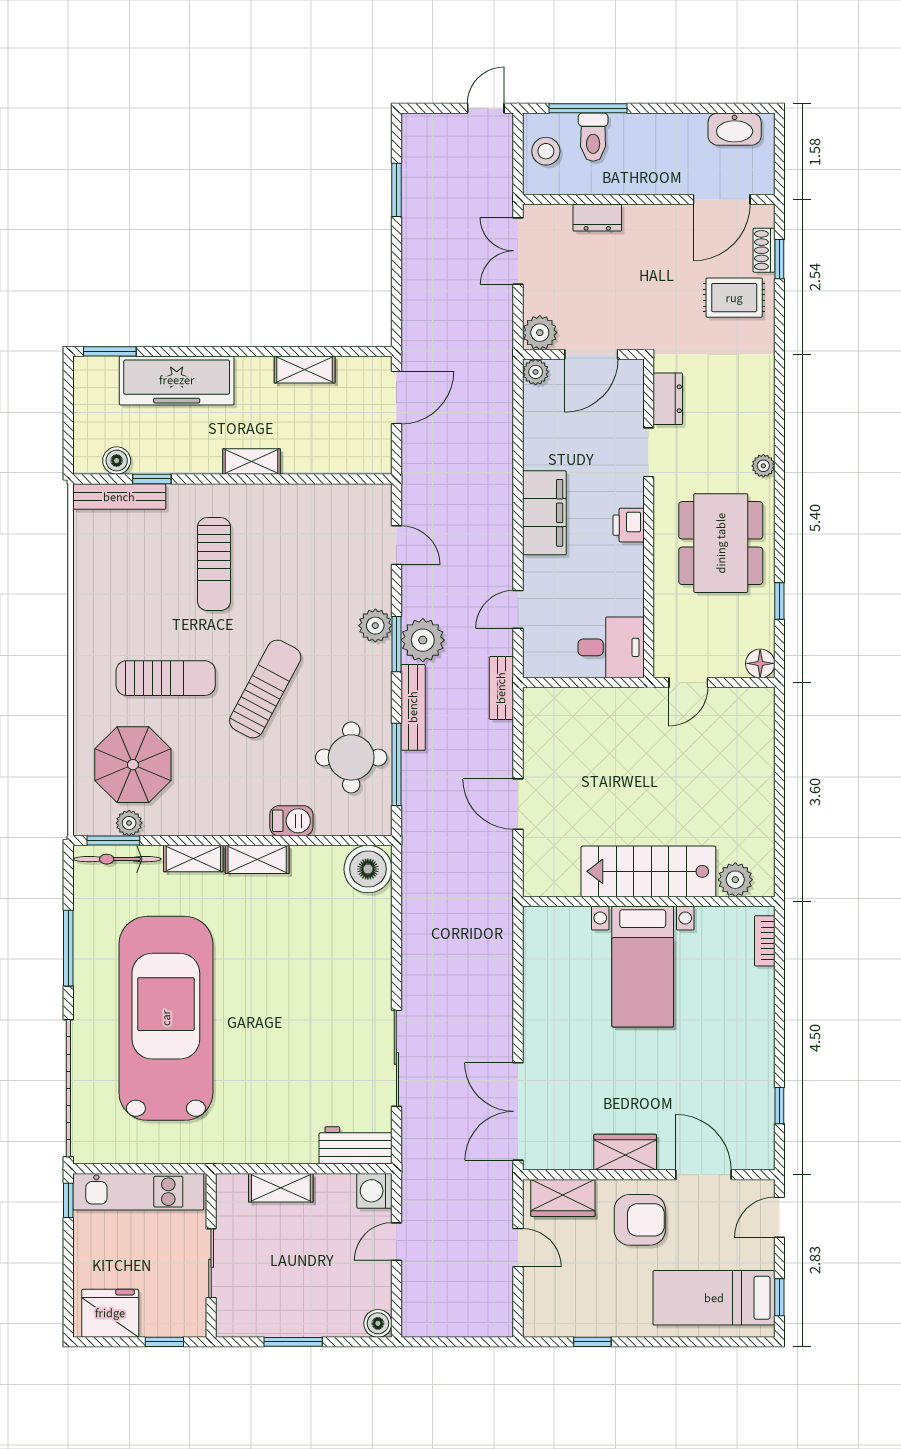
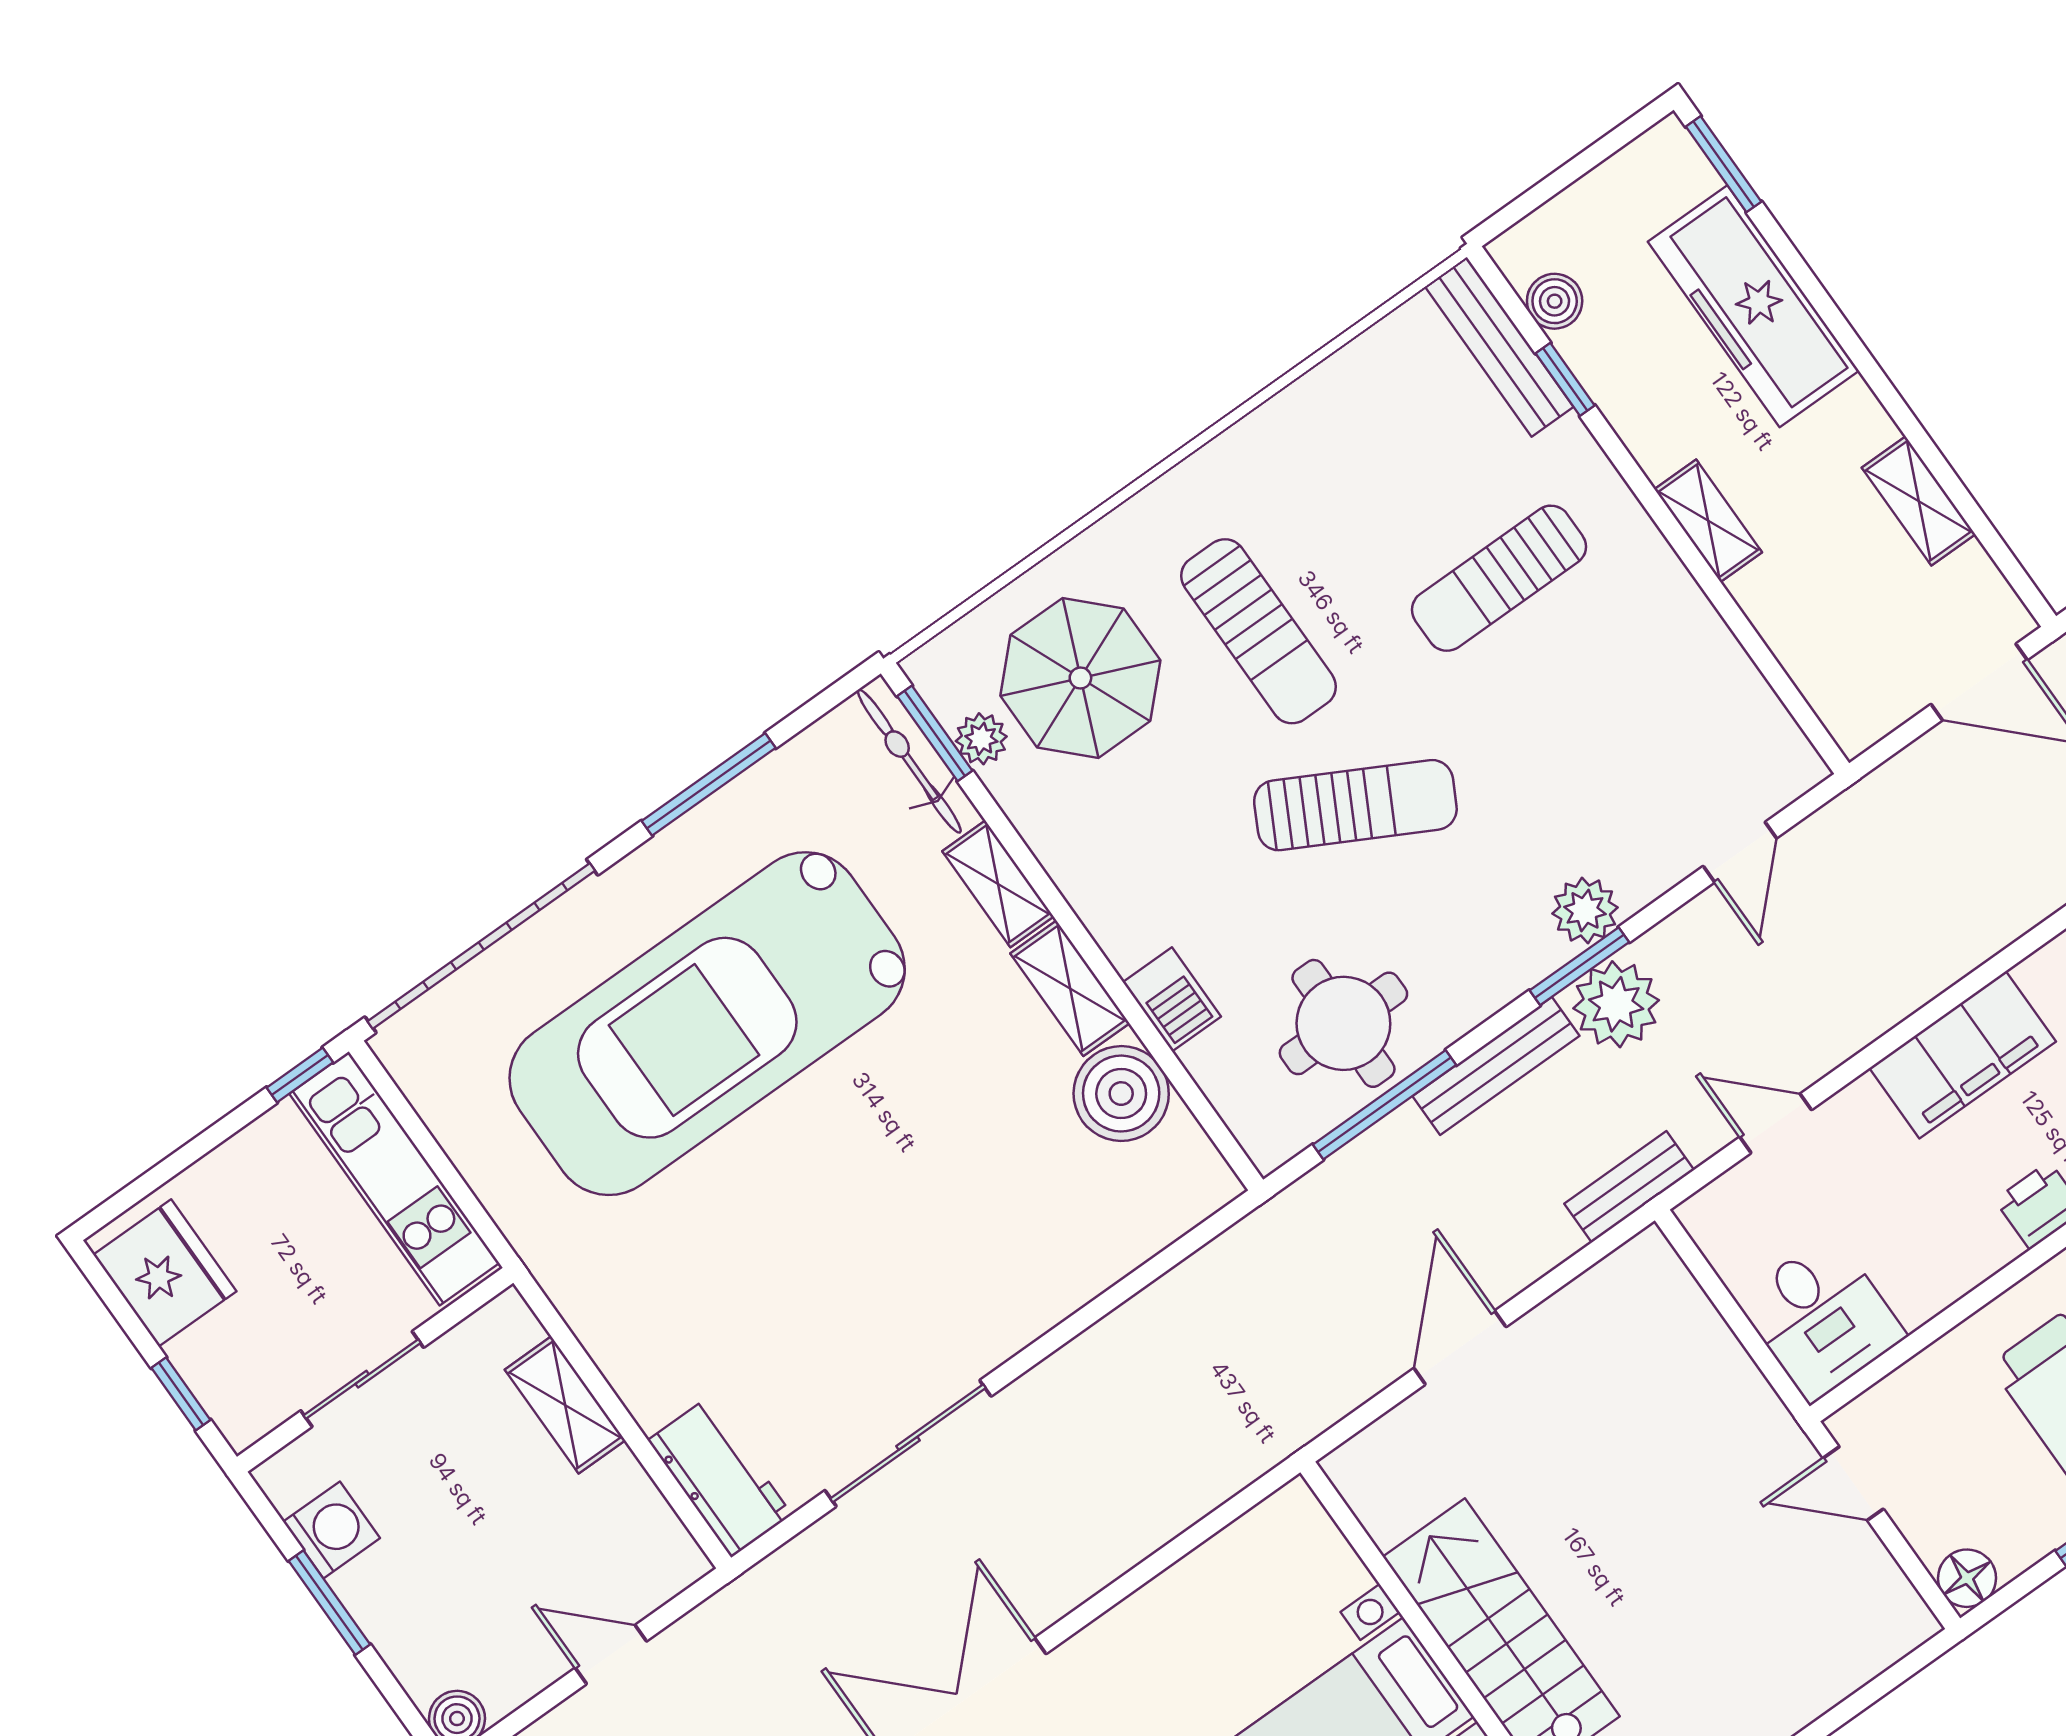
boiler: (368, 869) -> (1121, 1094), moved
car: (166, 1018) -> (707, 1024), turned 180
washing machine: (374, 1191) -> (332, 1530), moved, turned 90

